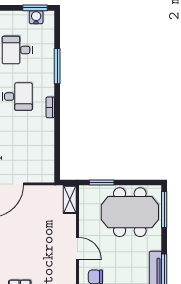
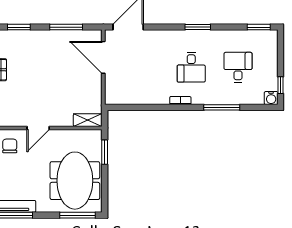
window: (35, 8) -> (280, 85), width x0.67
water cooler: (36, 17) -> (271, 98), moved, turned 90

